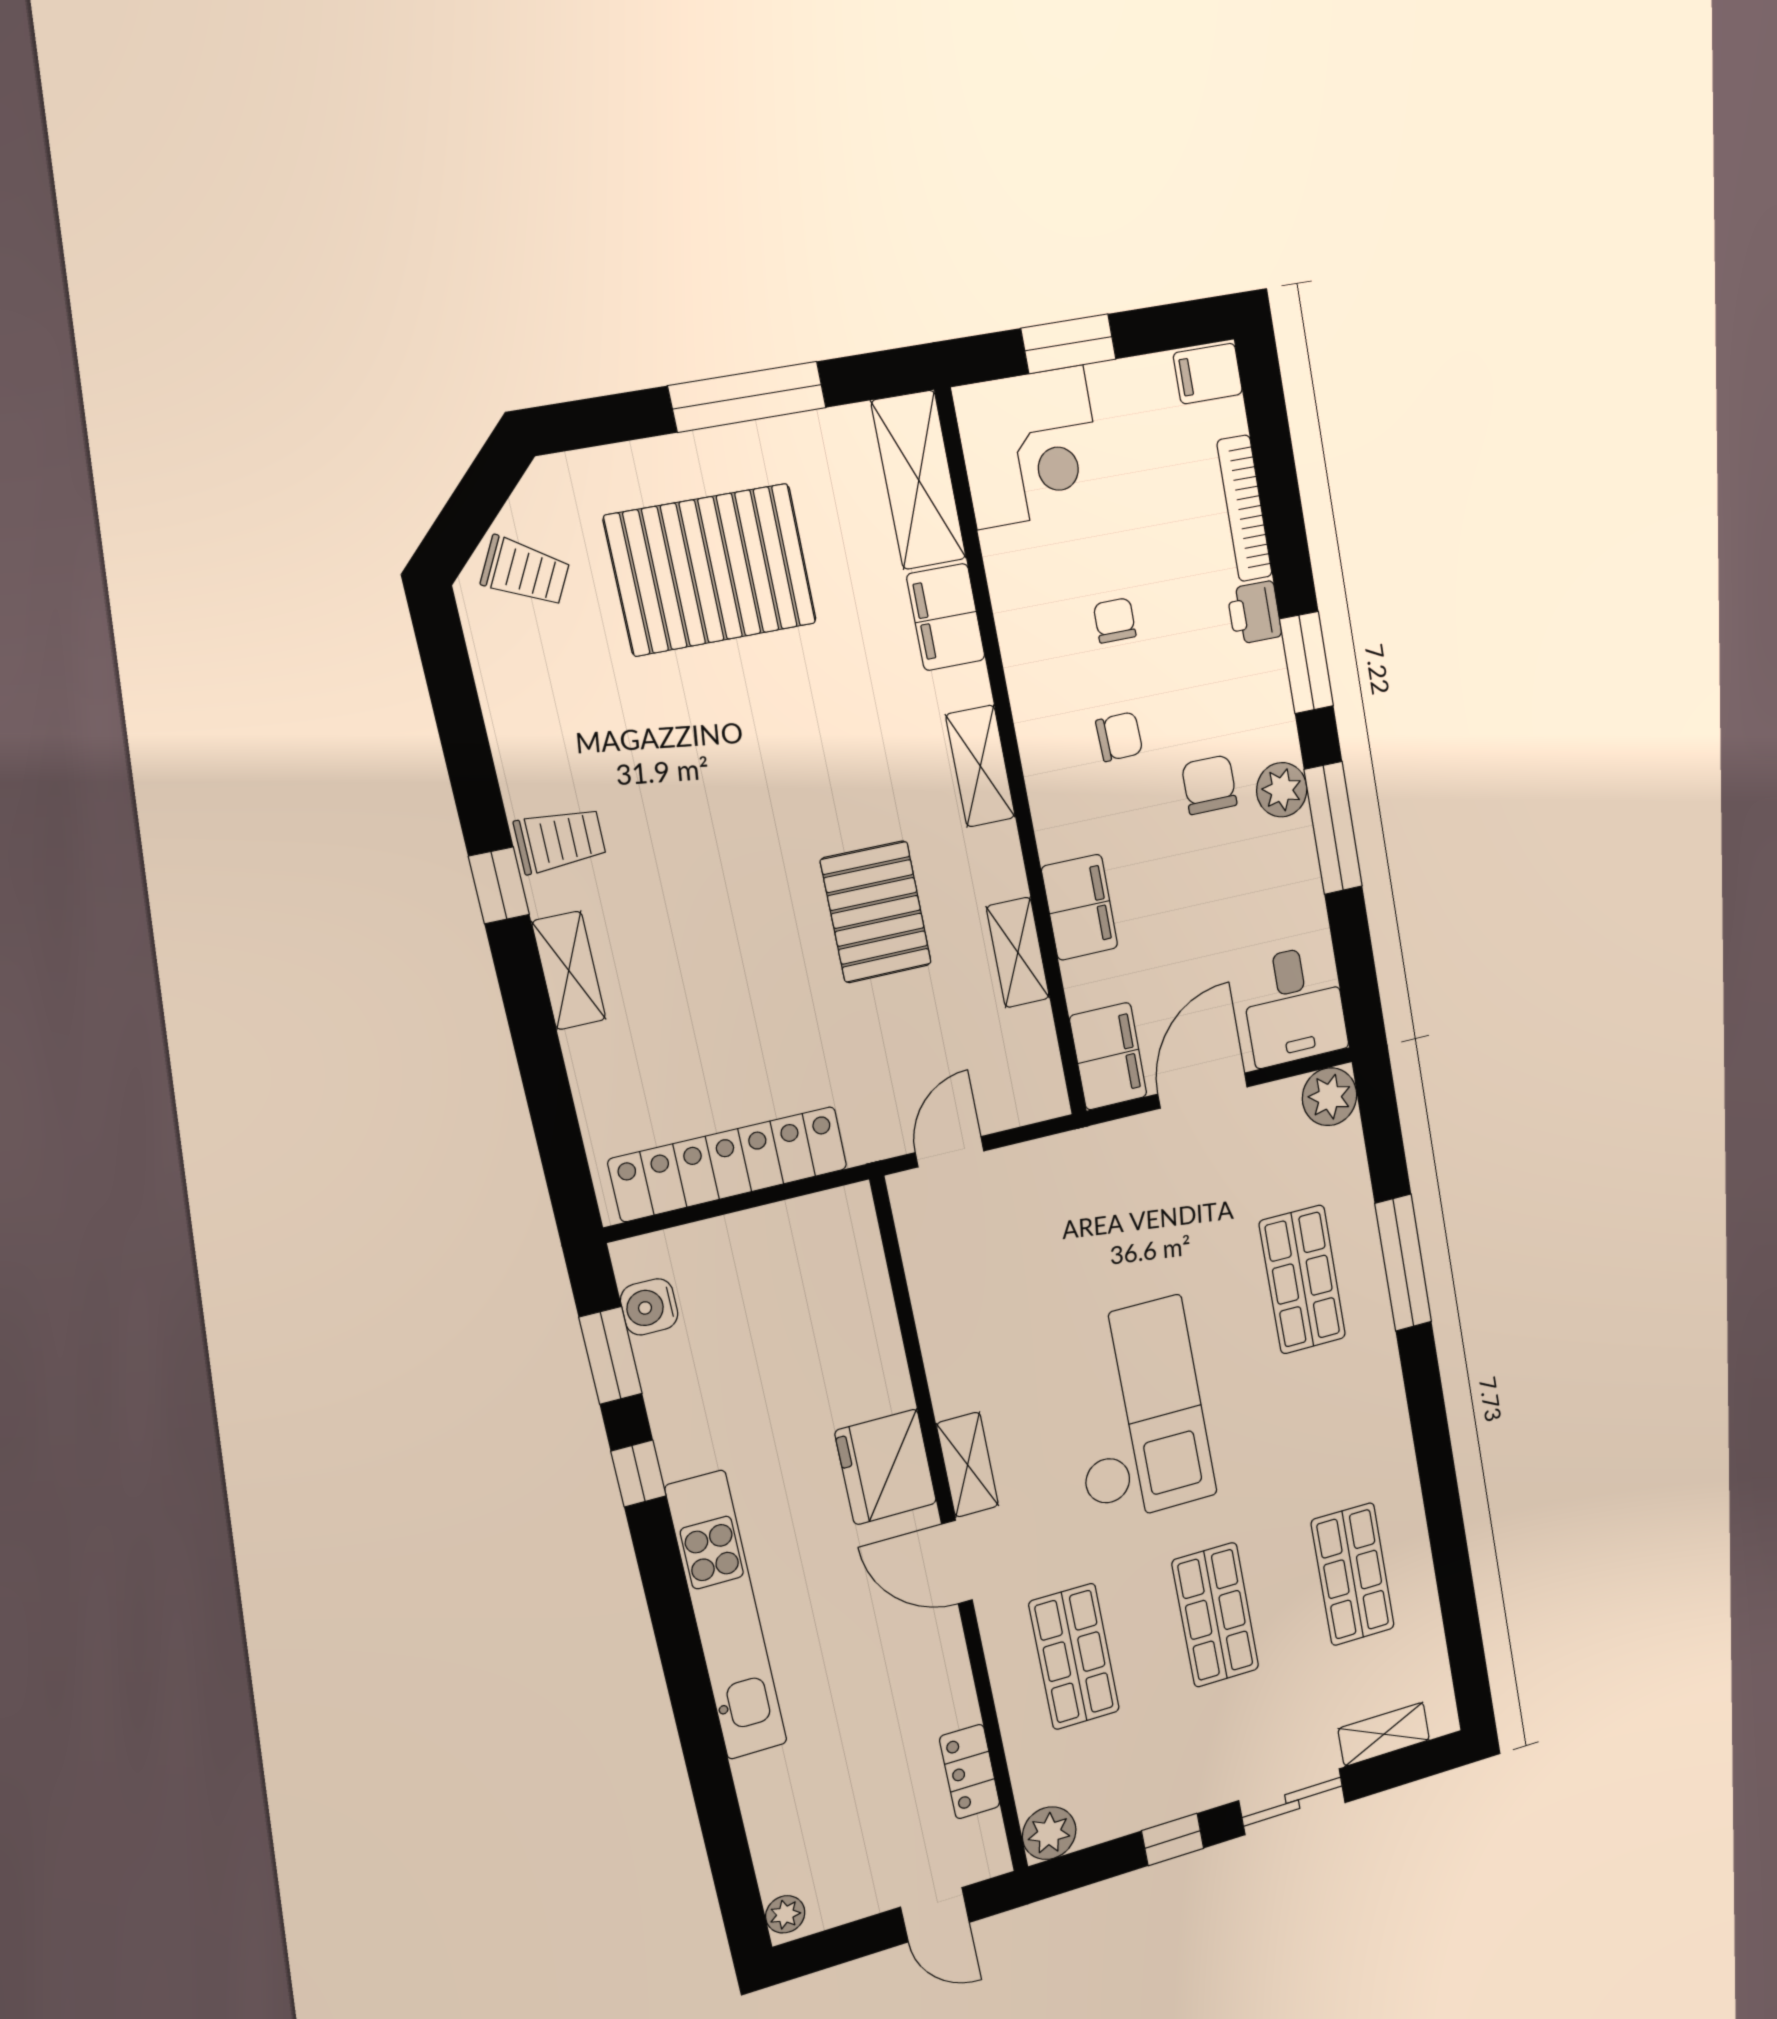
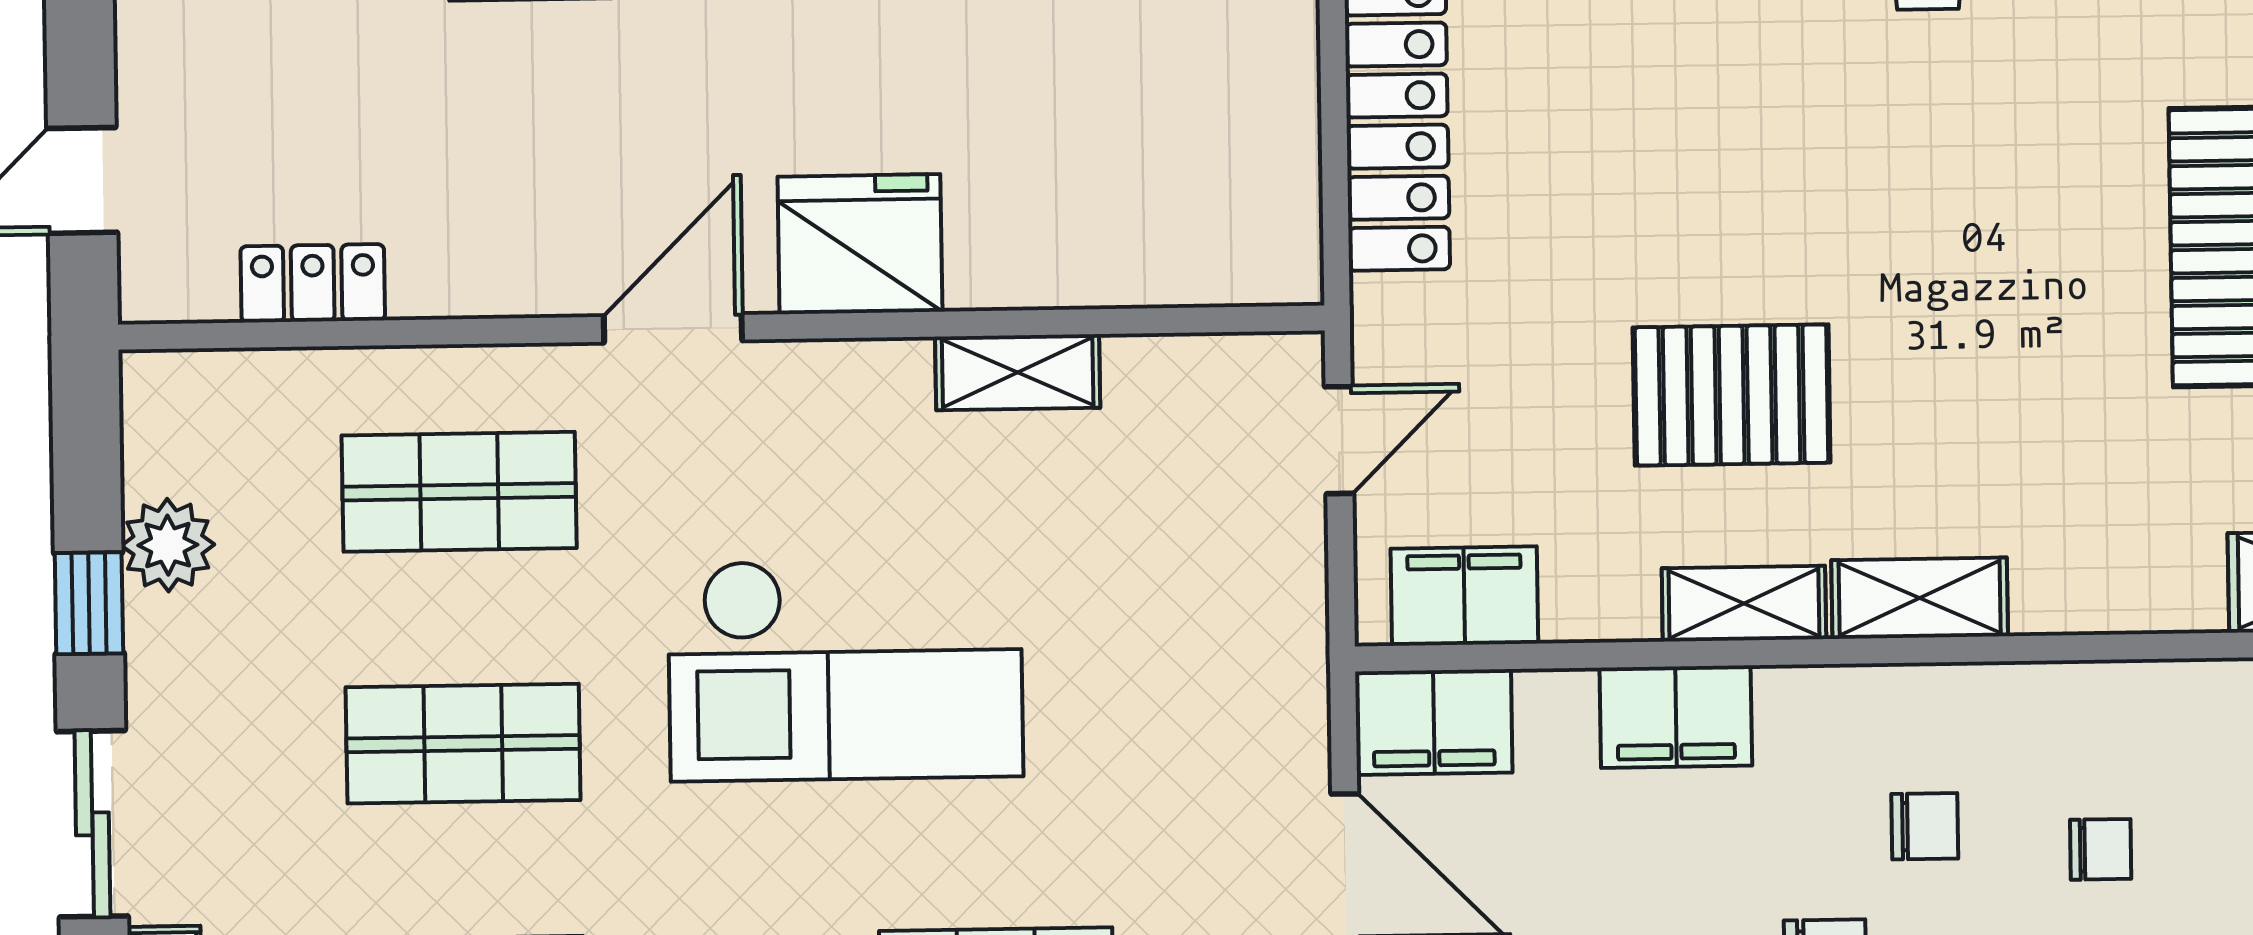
filing cabinet: (946, 617) -> (1464, 596), moved
chair: (1119, 737) -> (1925, 826), turned -88
shelving: (1018, 952) -> (1744, 604), moved
door: (950, 1152) -> (1339, 440), hinge flipped
shelving: (967, 1465) -> (1018, 372), moved
plant: (1049, 1833) -> (168, 545), moved

